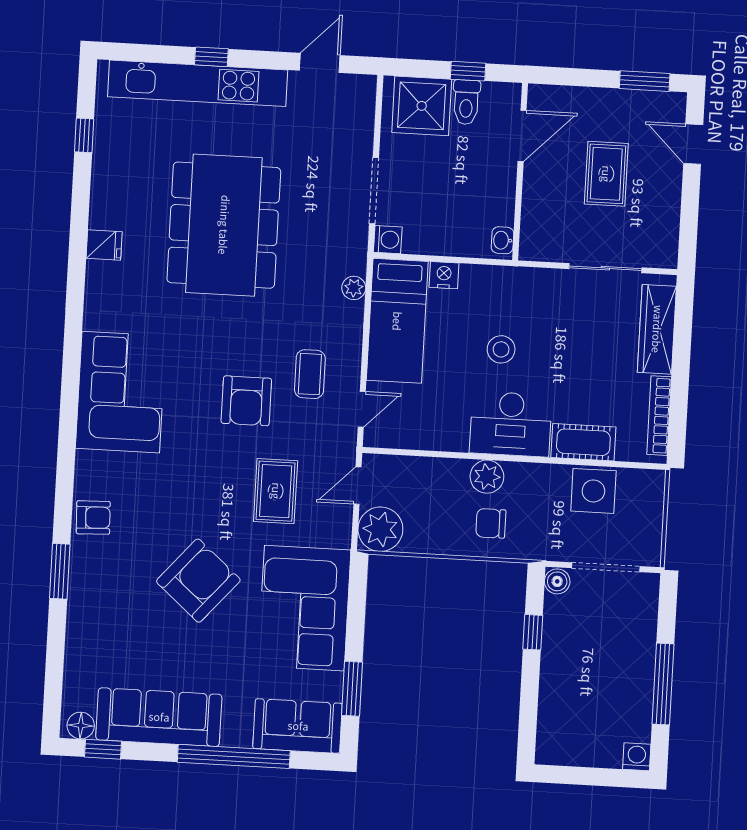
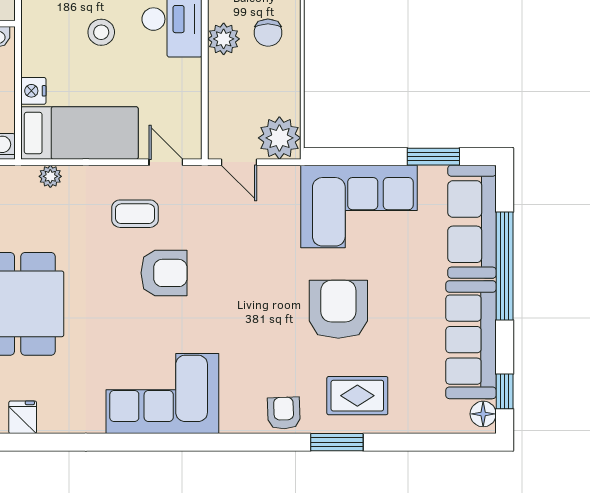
rug: (276, 491) -> (357, 396), moved
armchair: (198, 581) -> (338, 309), turned 49
sofa: (298, 726) -> (472, 222), width x1.36

